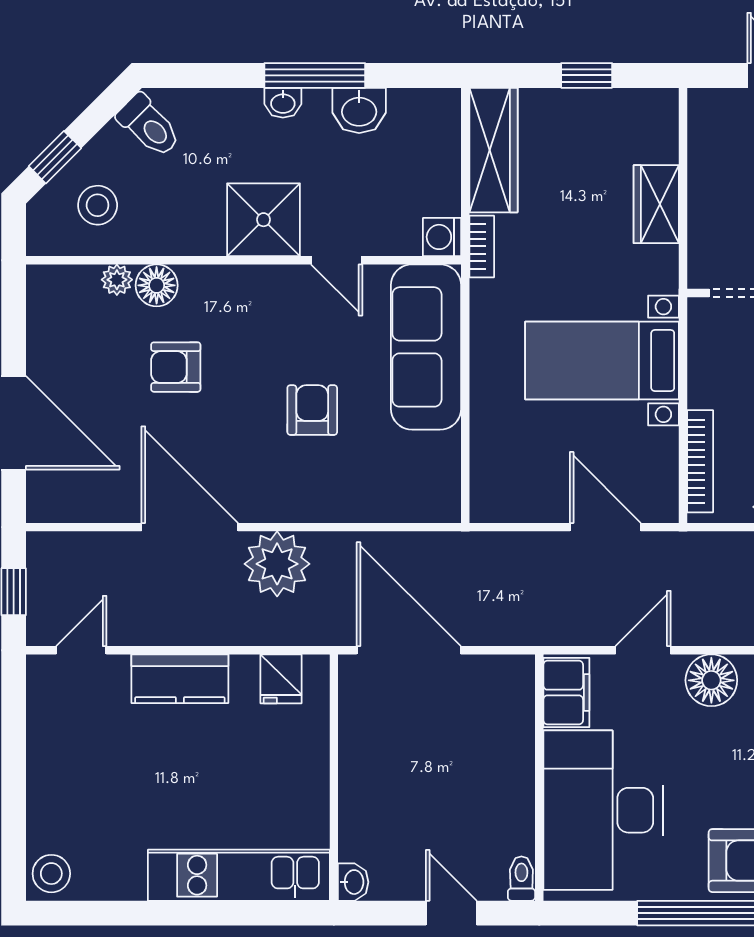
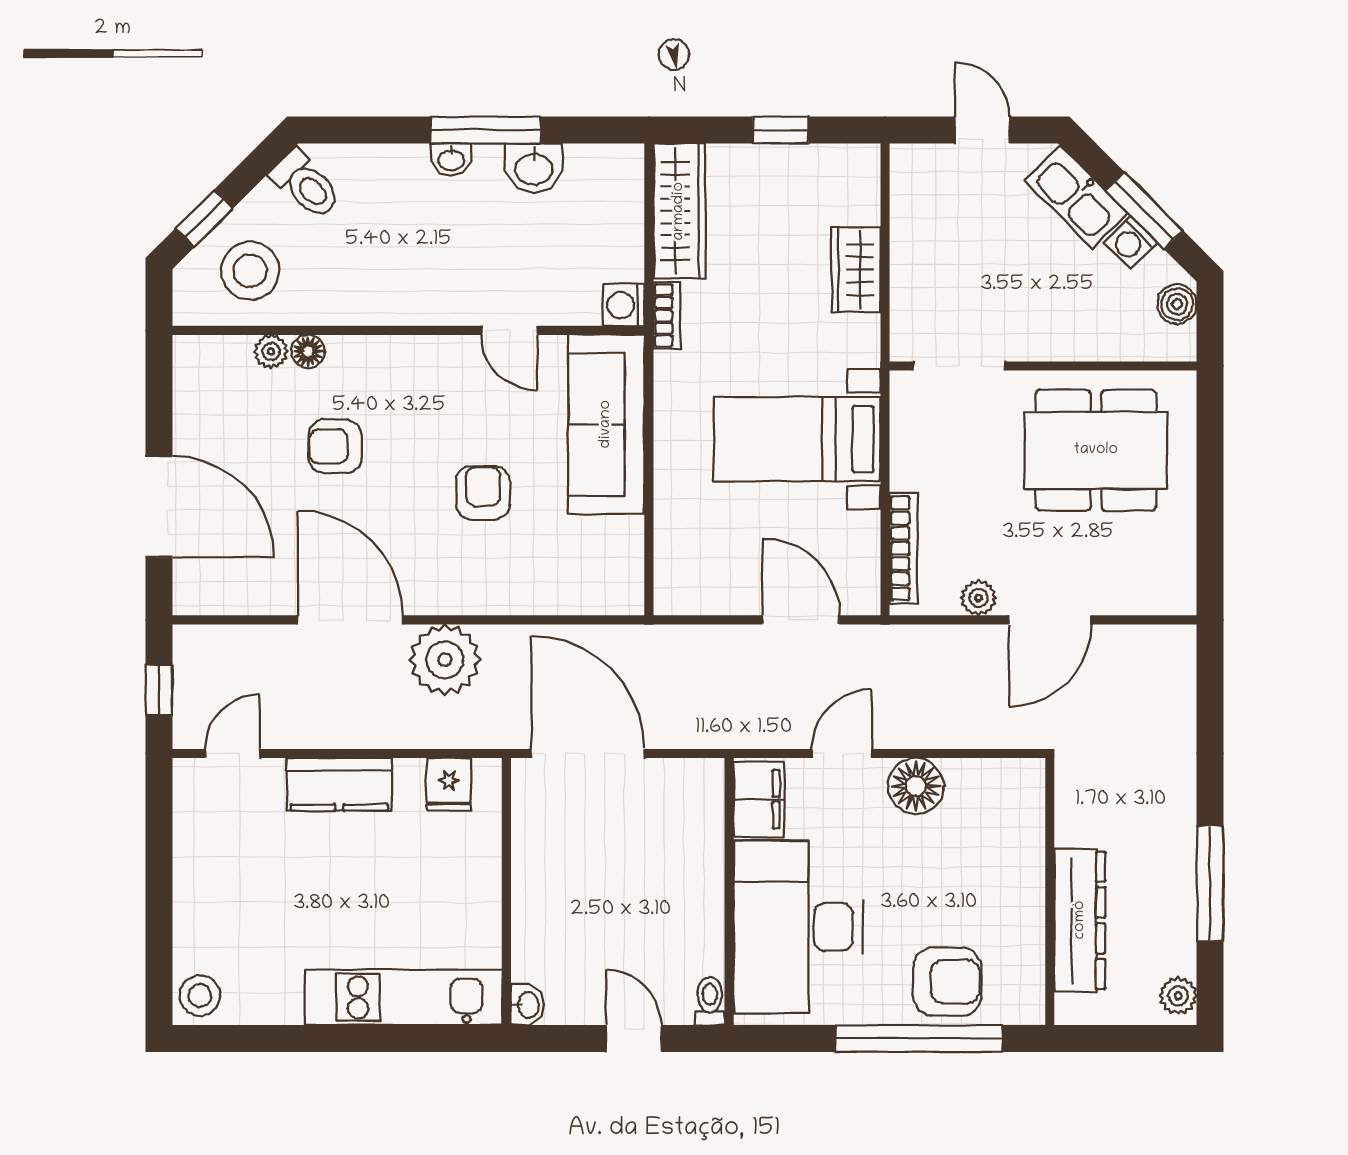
stool: (98, 205) -> (250, 271), width x1.38, depth x1.38
shower: (264, 220) -> (430, 286), removed
floor lamp: (157, 285) -> (308, 351), width x0.73, depth x0.73

